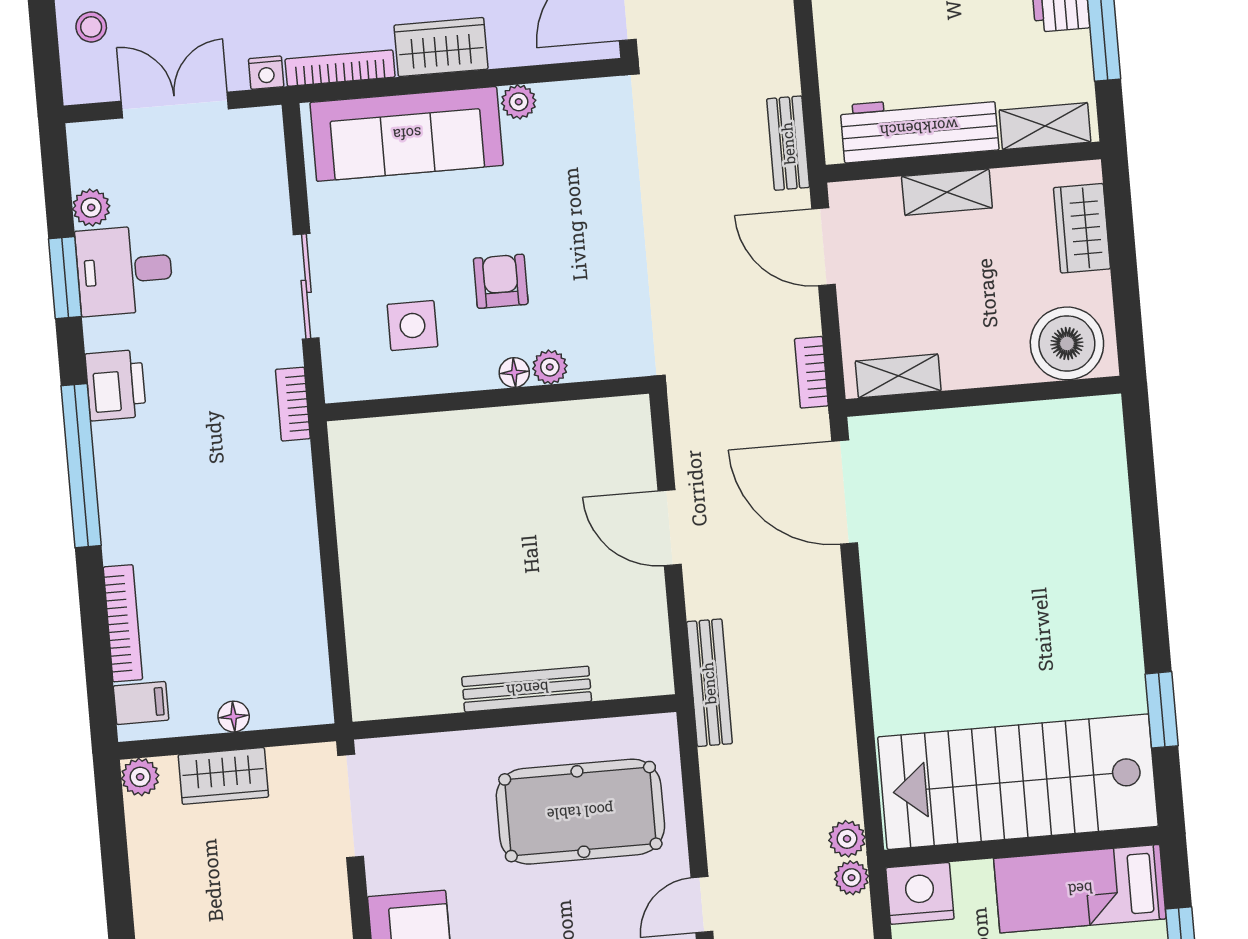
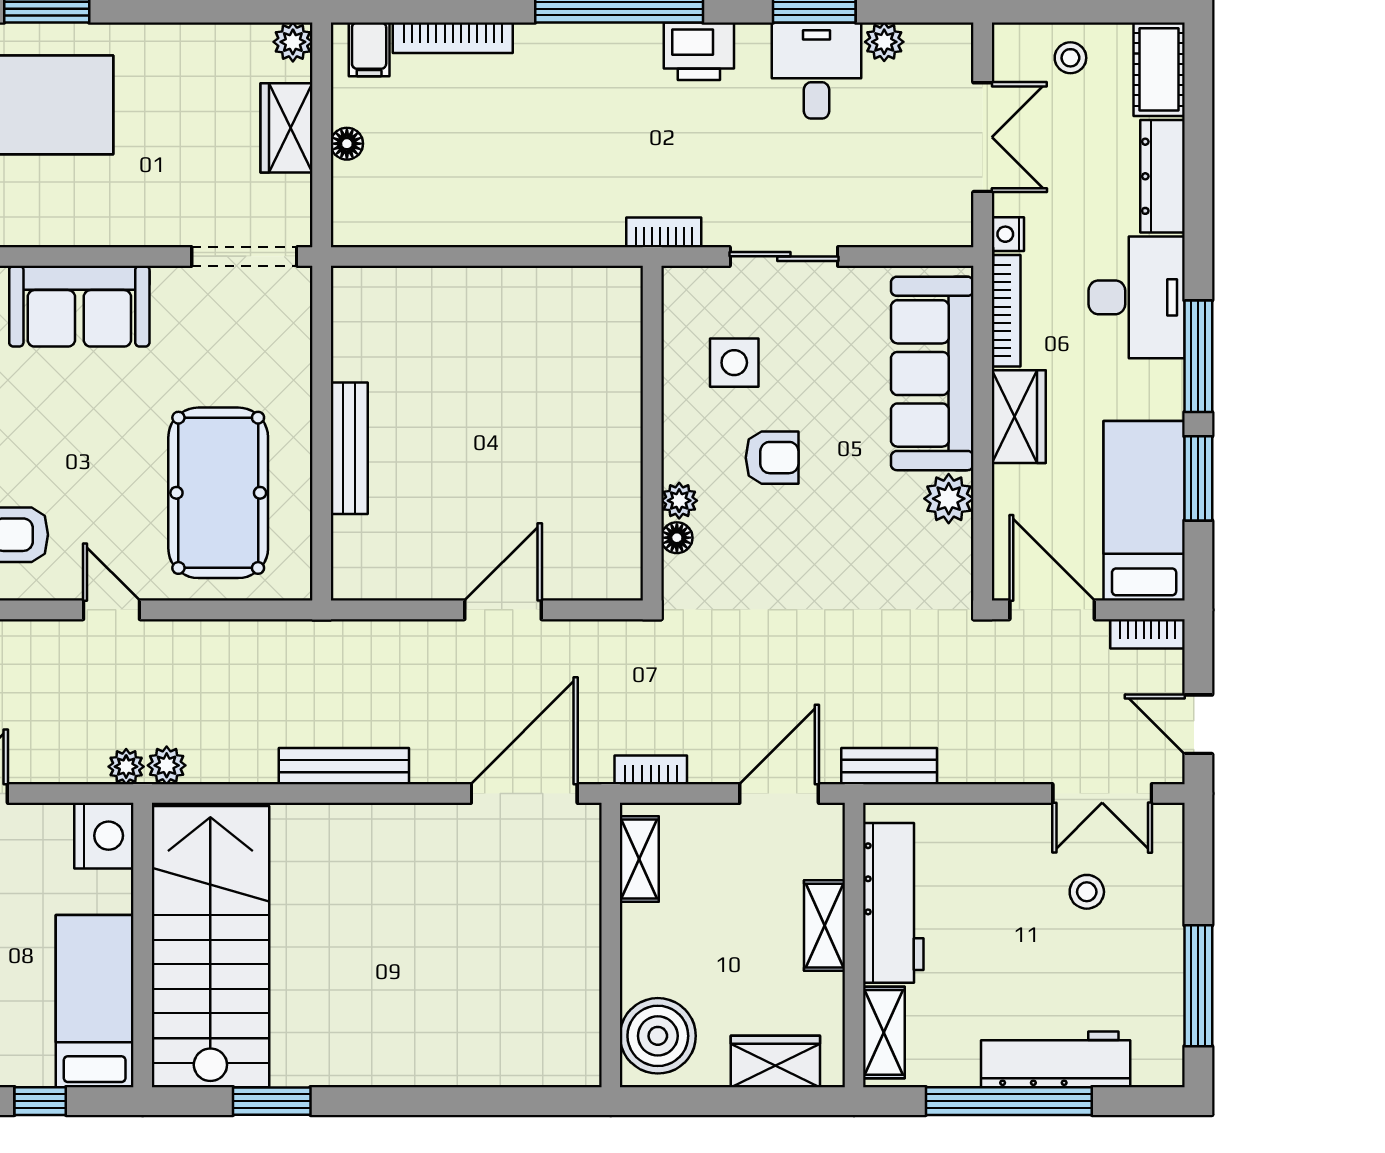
plant: (519, 102) -> (949, 499), width x1.38, depth x1.38
floor lamp: (514, 372) -> (677, 538), moved
bench: (709, 683) -> (344, 766), moved

